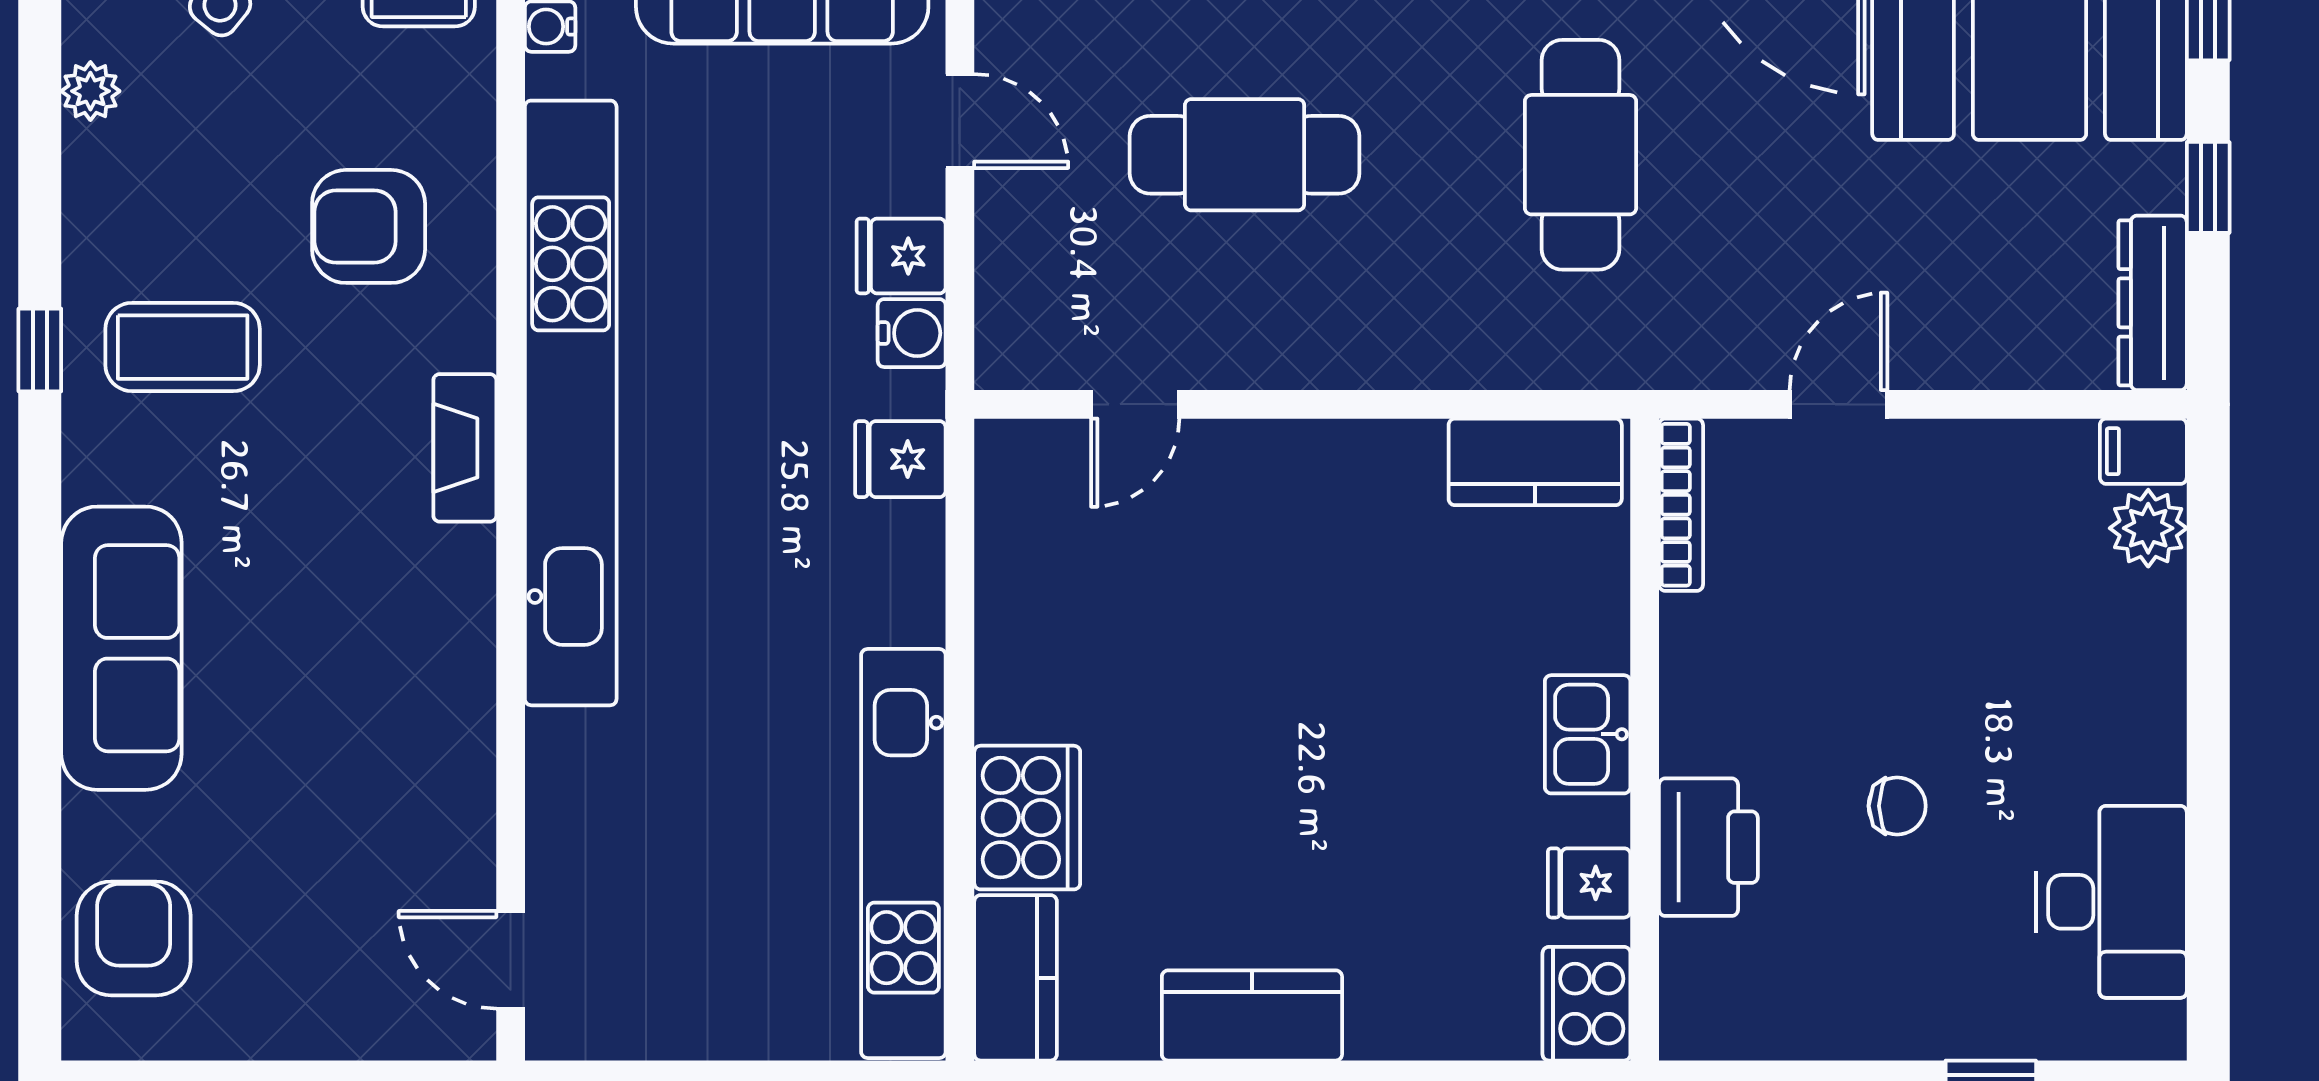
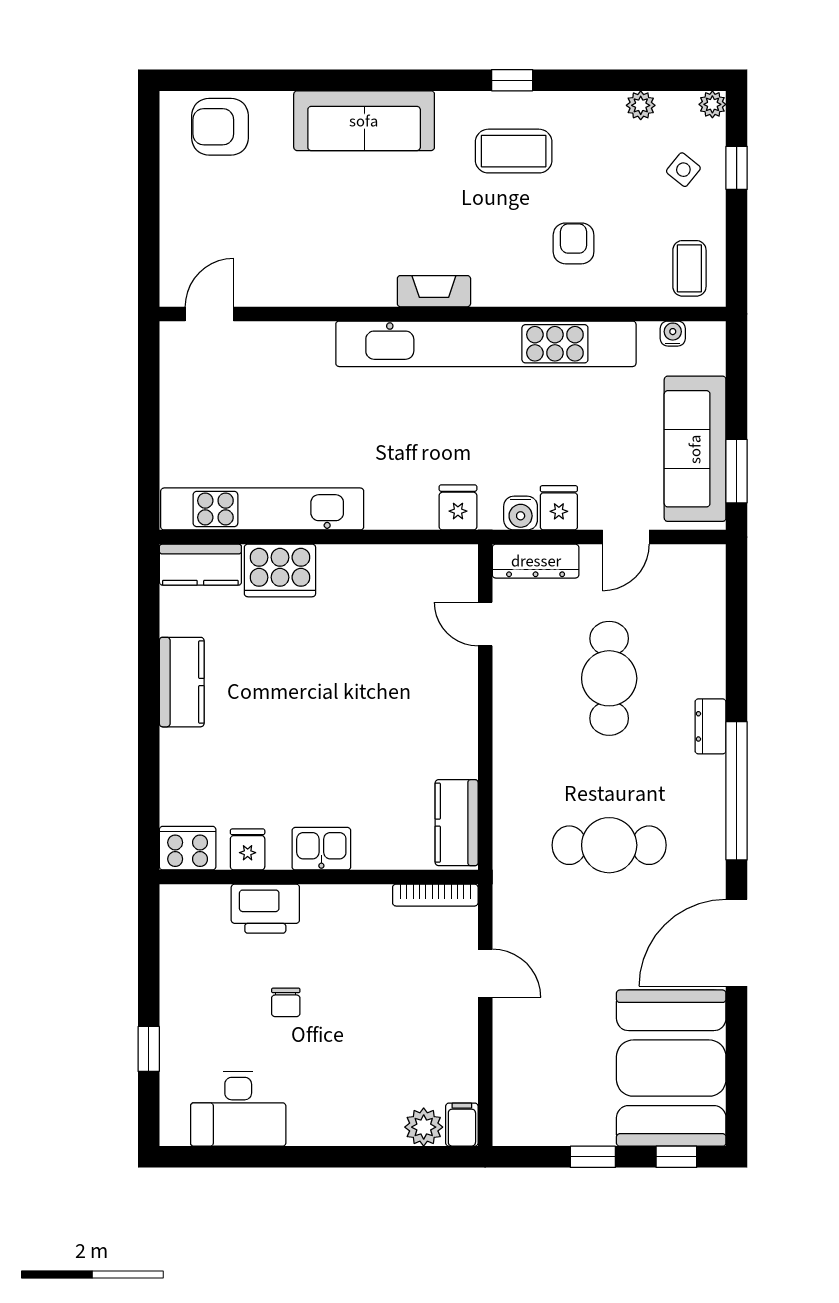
armchair: (369, 226) -> (574, 243), width x0.72, depth x0.72
dresser: (2153, 303) -> (536, 561), moved, turned 180
coffee table: (183, 347) -> (514, 151), turned 90
fireplace: (465, 448) -> (434, 291), moved
armchair: (134, 938) -> (220, 127), turned 180

